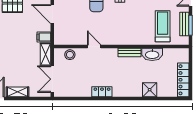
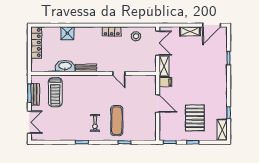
stool: (70, 55) -> (136, 36), moved

